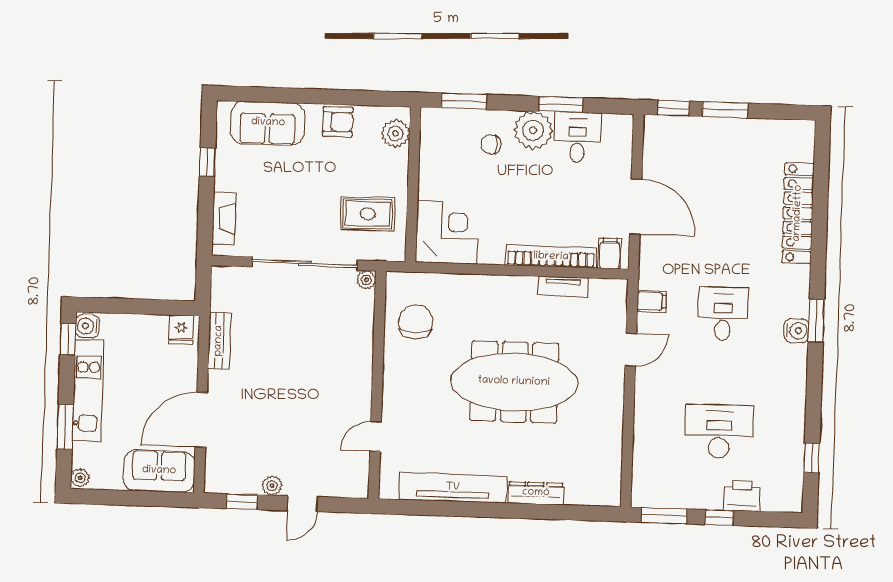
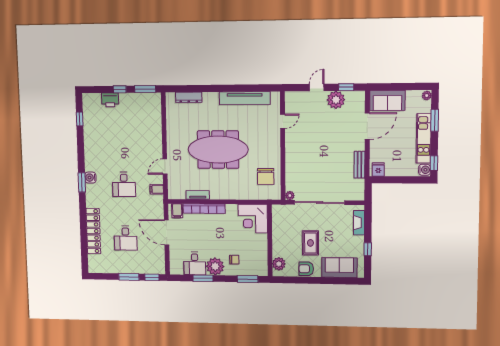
rug: (368, 214) -> (310, 243), moved, turned 90
desk: (719, 431) -> (126, 238), moved, width x0.73
plant: (272, 486) -> (336, 100), width x1.88, depth x1.88
dresser: (536, 493) -> (189, 97), moved

